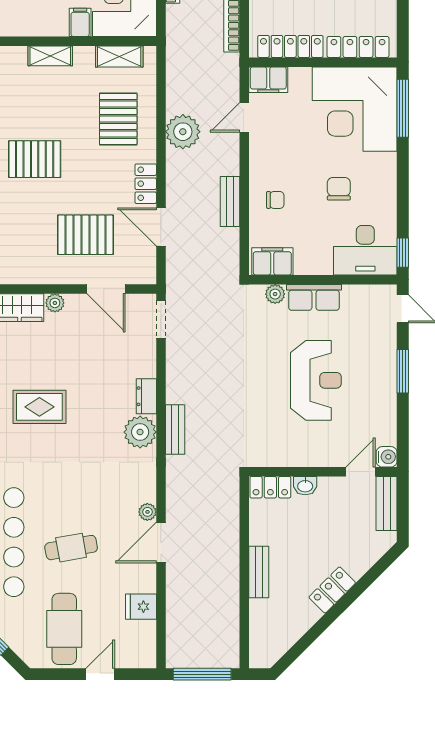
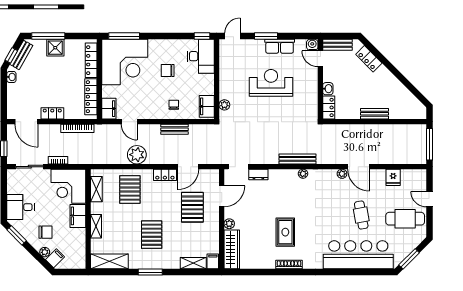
filing cabinet: (80, 22) -> (78, 216), width x2.00
pallet: (118, 119) -> (130, 190), turned 90
row of seats: (314, 297) -> (280, 46), moved, turned 90
dresser: (146, 396) -> (258, 174), moved
bench: (175, 429) -> (297, 159), width x1.36
plant: (140, 432) -> (303, 174), width x0.53, depth x0.53
locker: (332, 590) -> (369, 59), moved

